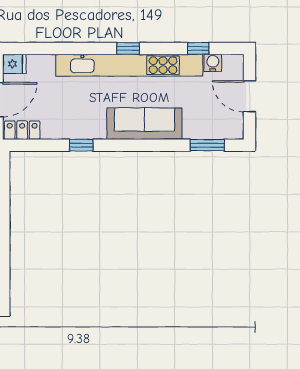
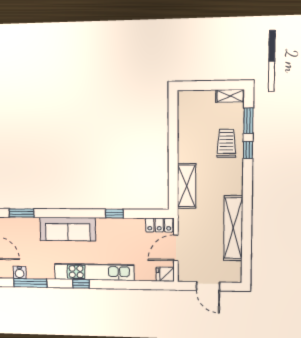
window: (198, 48) -> (30, 283), width x2.17
kitchen unit: (129, 65) -> (94, 272), width x0.73

